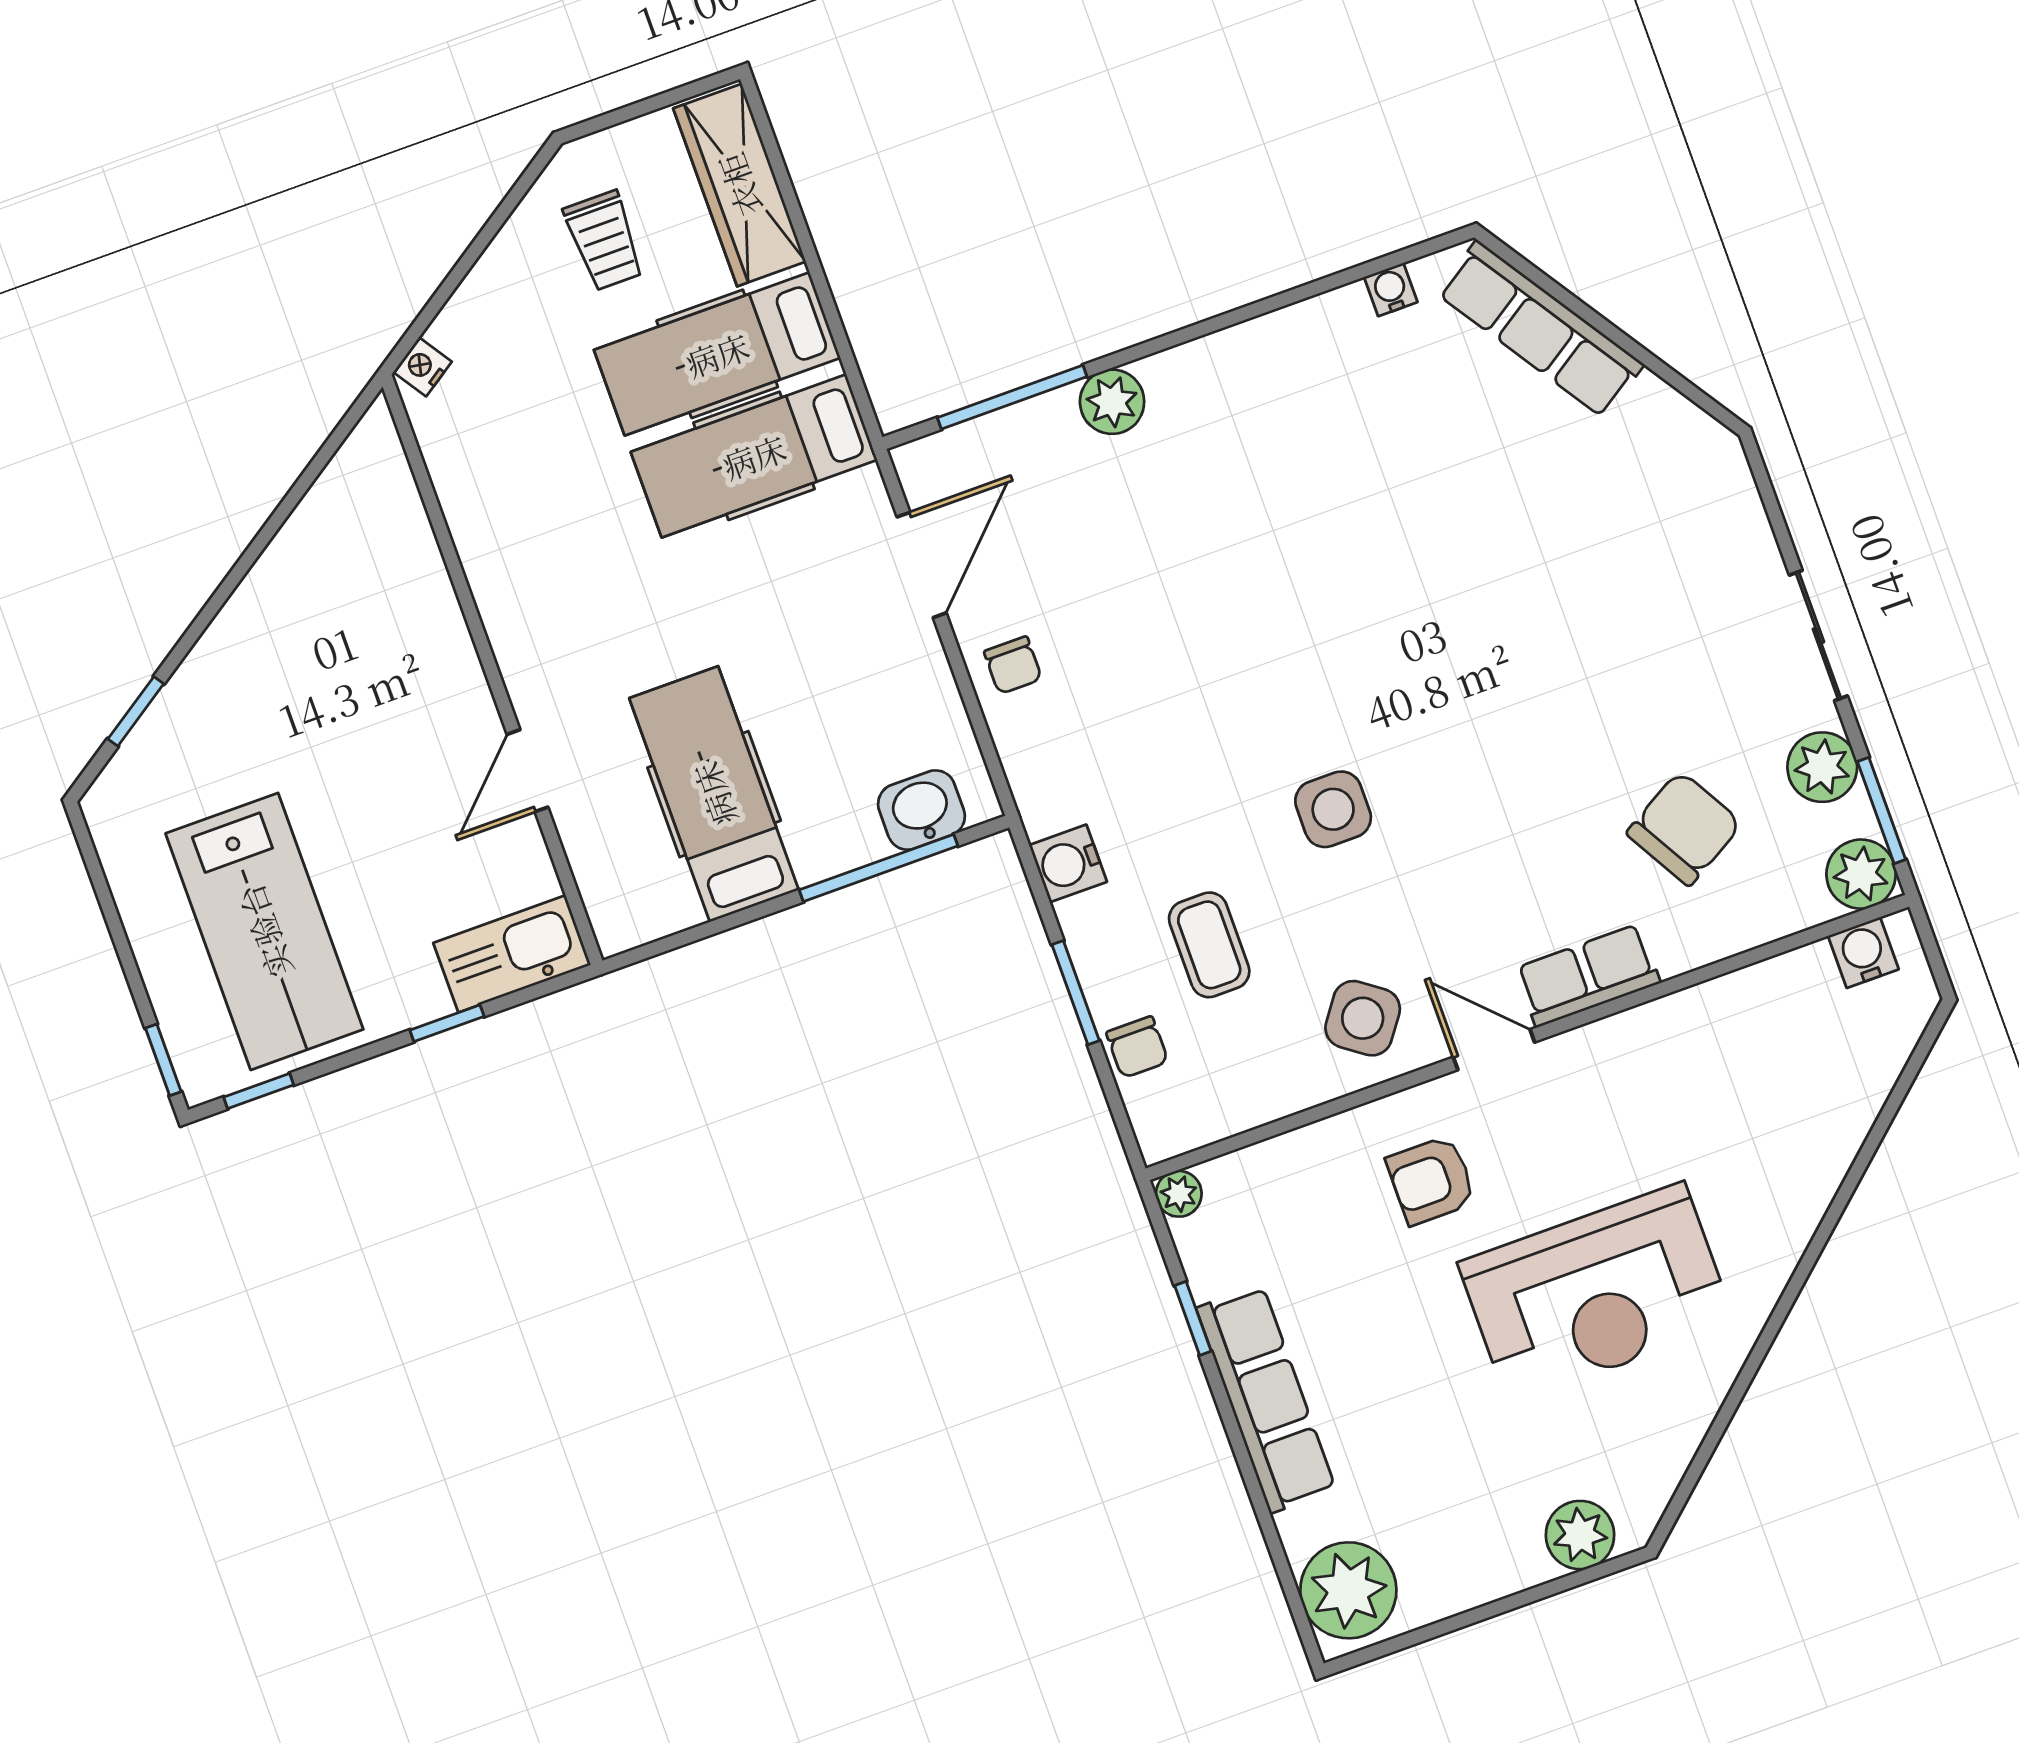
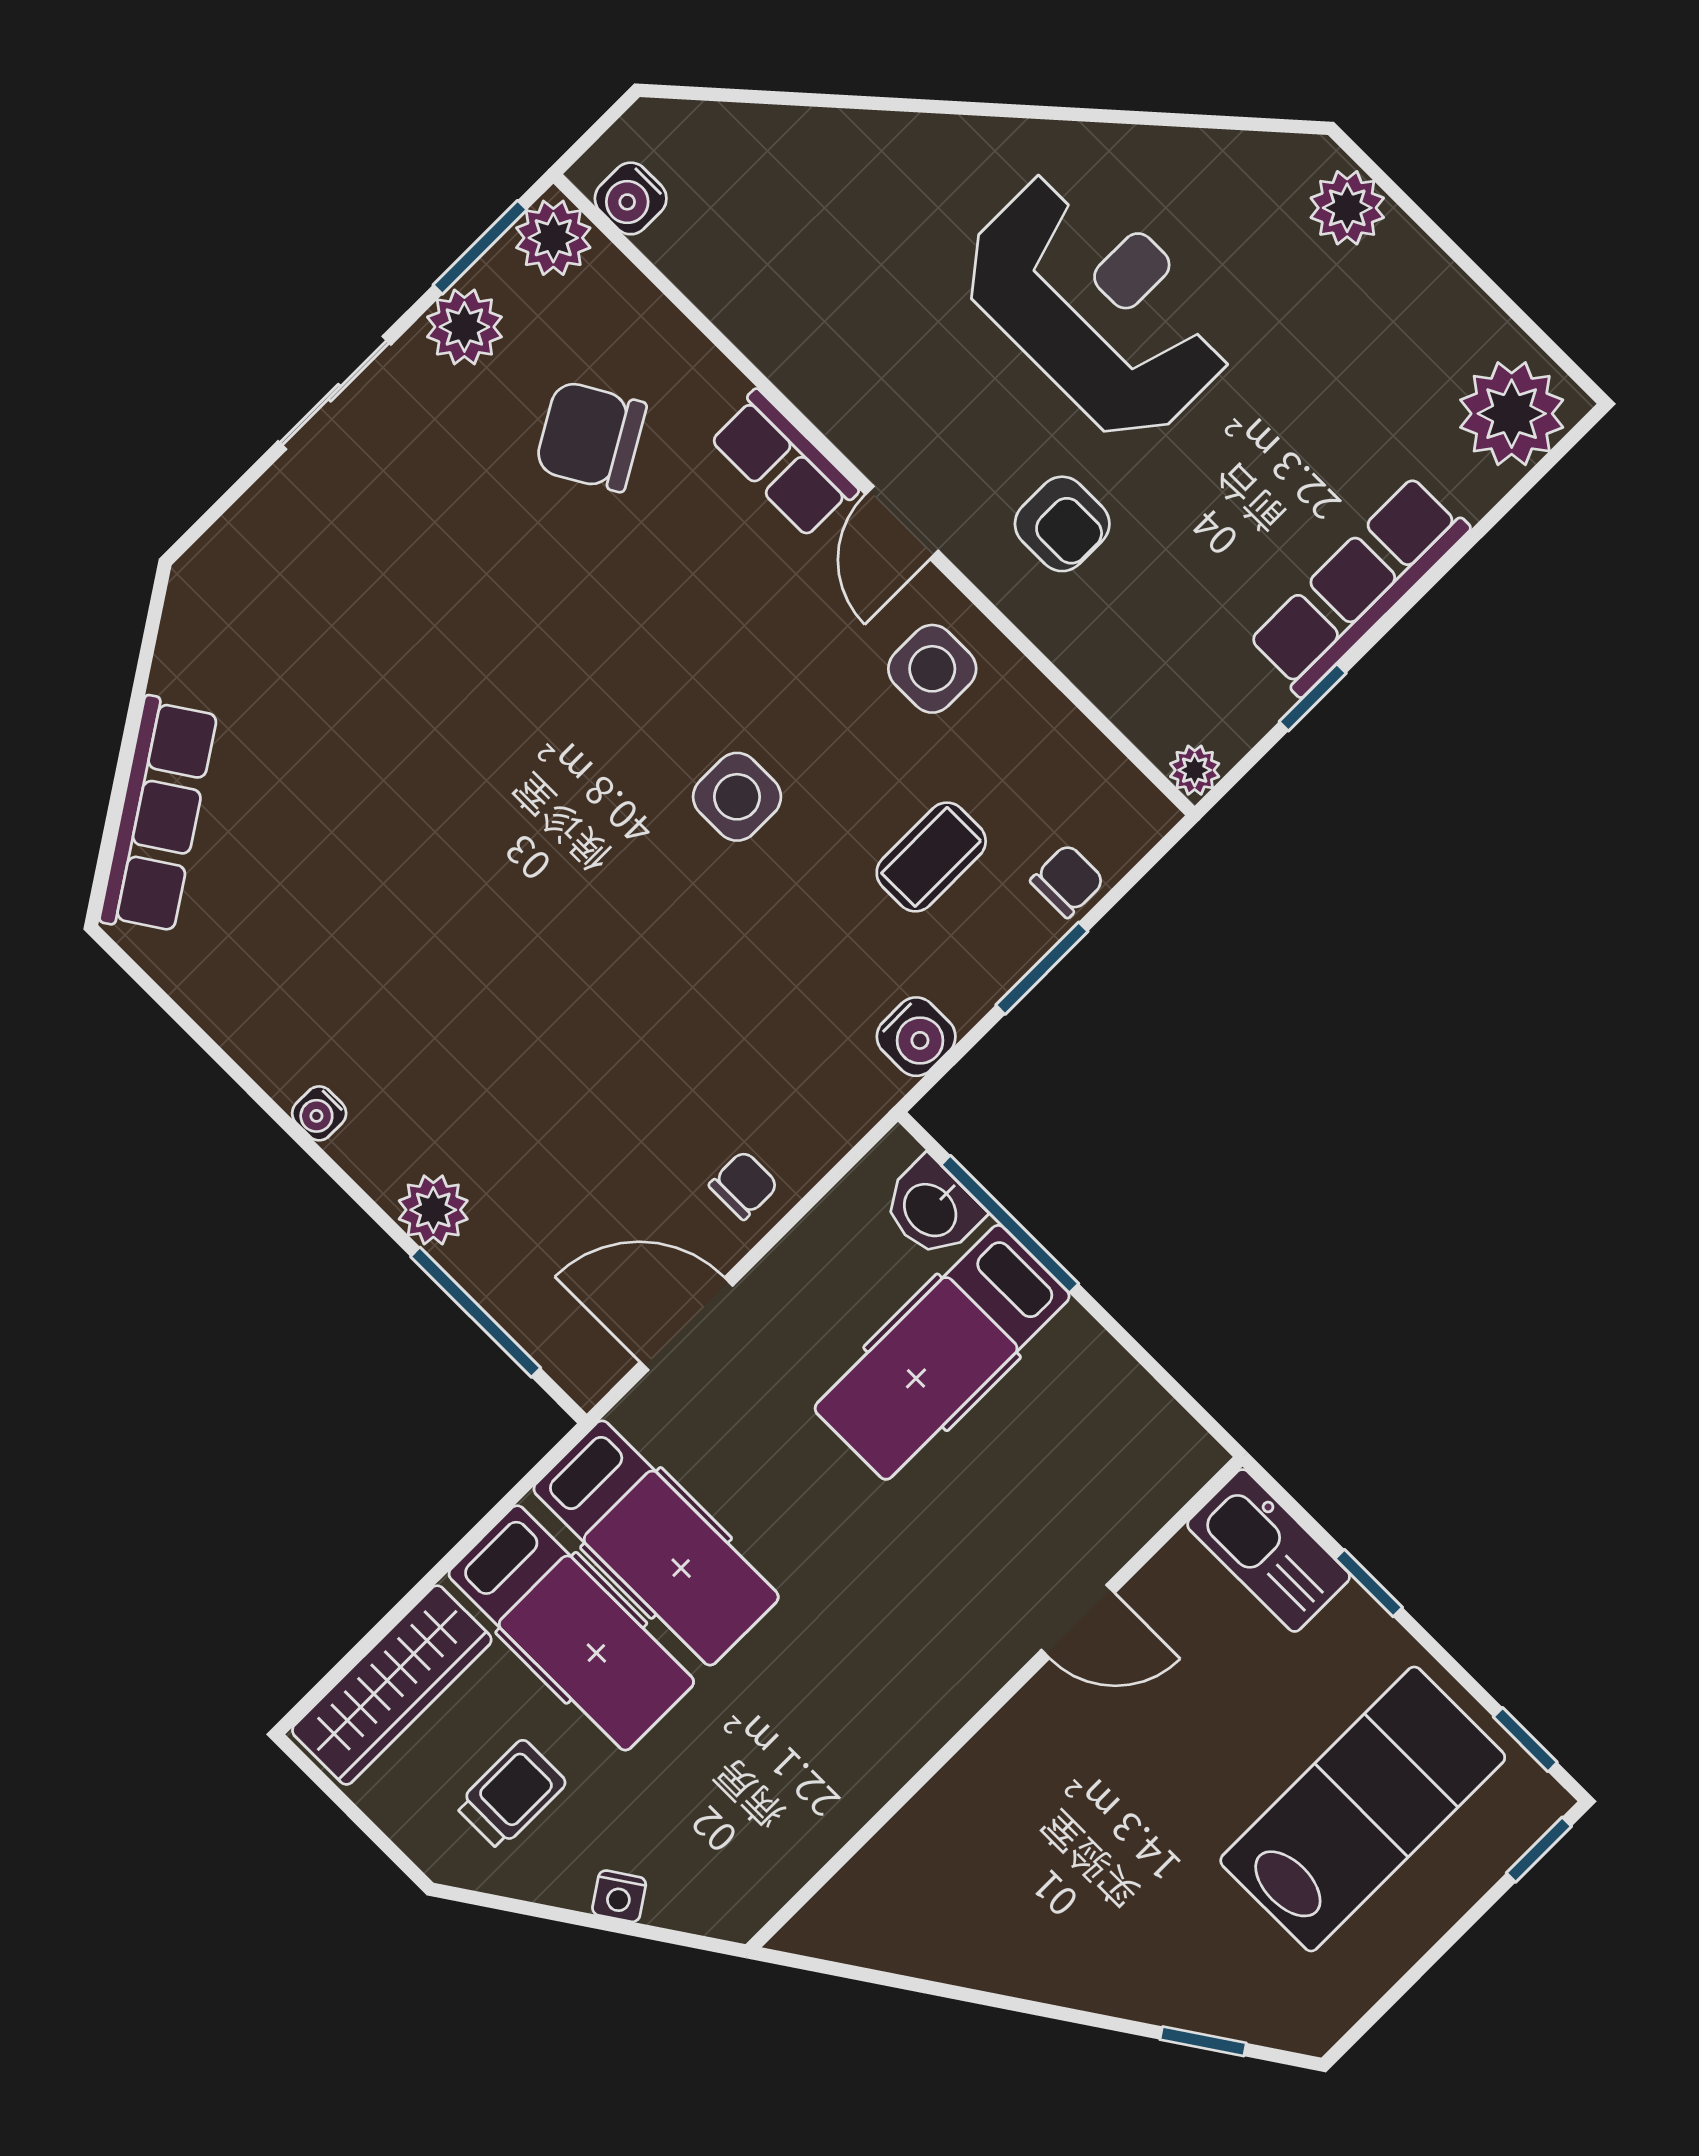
water cooler: (1391, 290) -> (319, 1113), moved
nightstand: (422, 367) -> (619, 1896), moved
hospital bed: (714, 794) -> (942, 1352), moved
side table: (1363, 1018) -> (932, 669), turned -36

